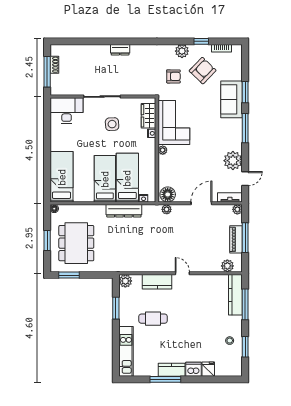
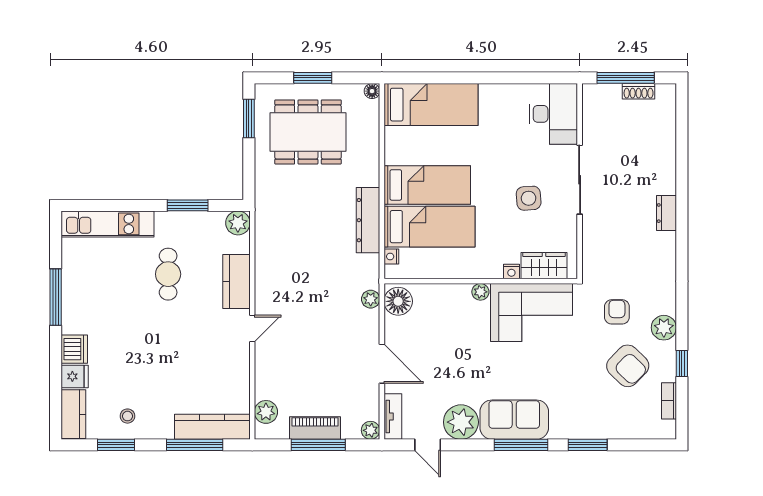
armchair: (173, 76) -> (617, 312), turned 180
sofa: (232, 99) -> (514, 420), moved
kitchen counter: (172, 370) -> (73, 414), moved

